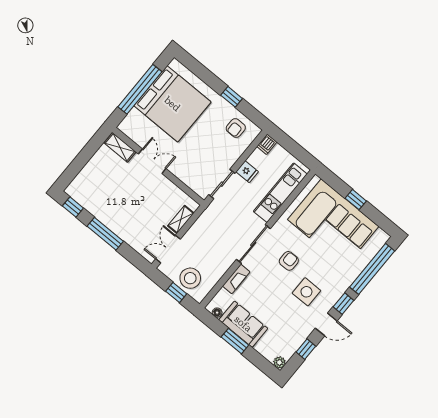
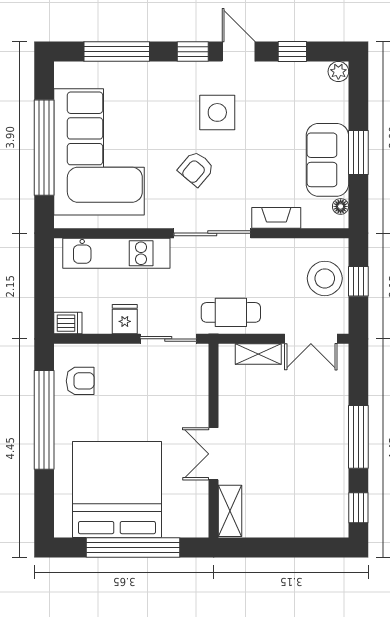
window: (232, 97) -> (44, 420), width x3.17
window: (356, 200) -> (44, 148), width x3.17
cafe table: (210, 223) -> (231, 312), added
armchair: (289, 261) -> (196, 169), turned -50
window: (372, 269) -> (117, 52), width x0.68

